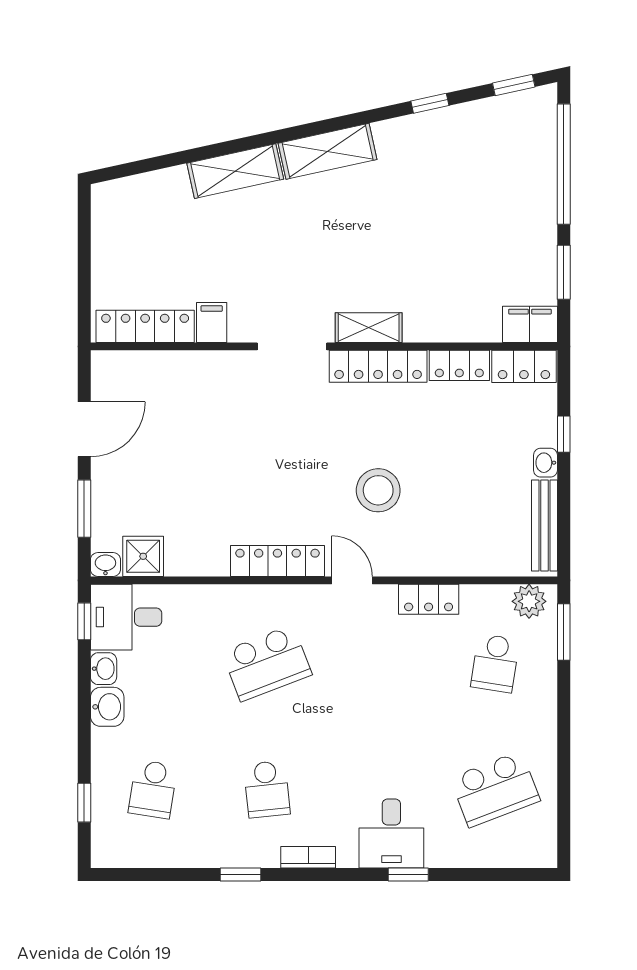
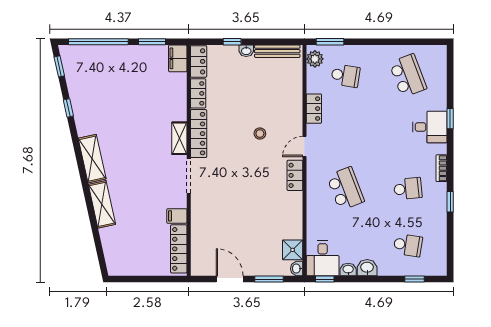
stool: (378, 490) -> (260, 134), width x0.53, depth x0.53
locker: (277, 561) -> (295, 175), width x0.66

